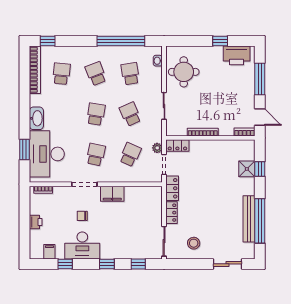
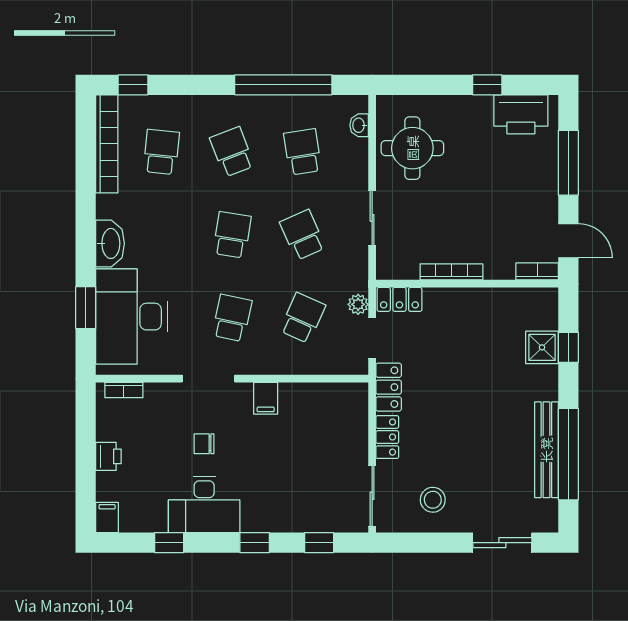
filing cabinet: (112, 194) -> (266, 398), width x0.50
filing cabinet: (49, 252) -> (107, 517), moved

